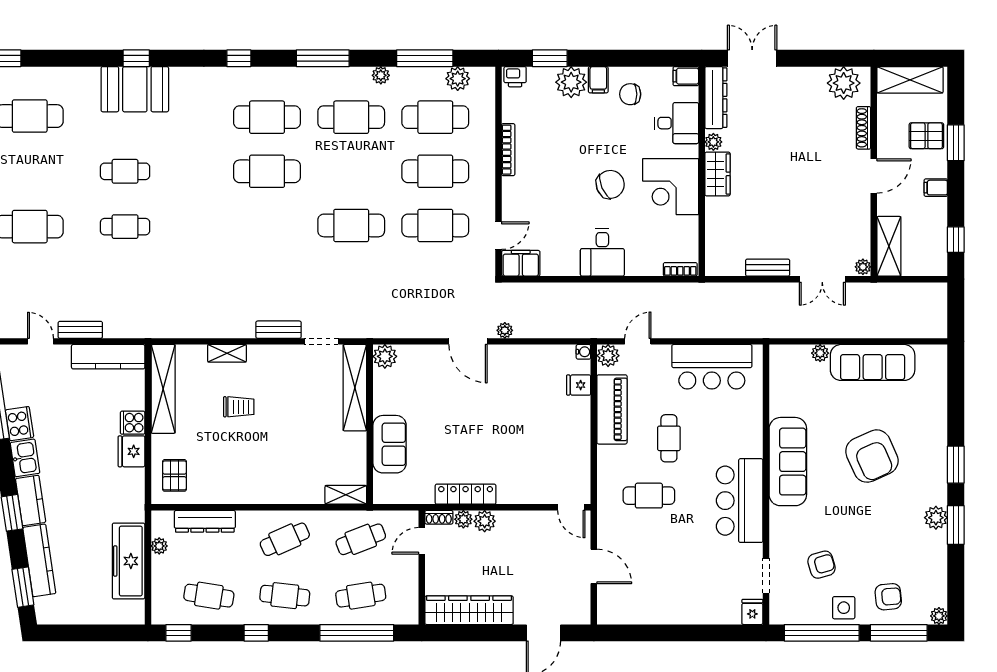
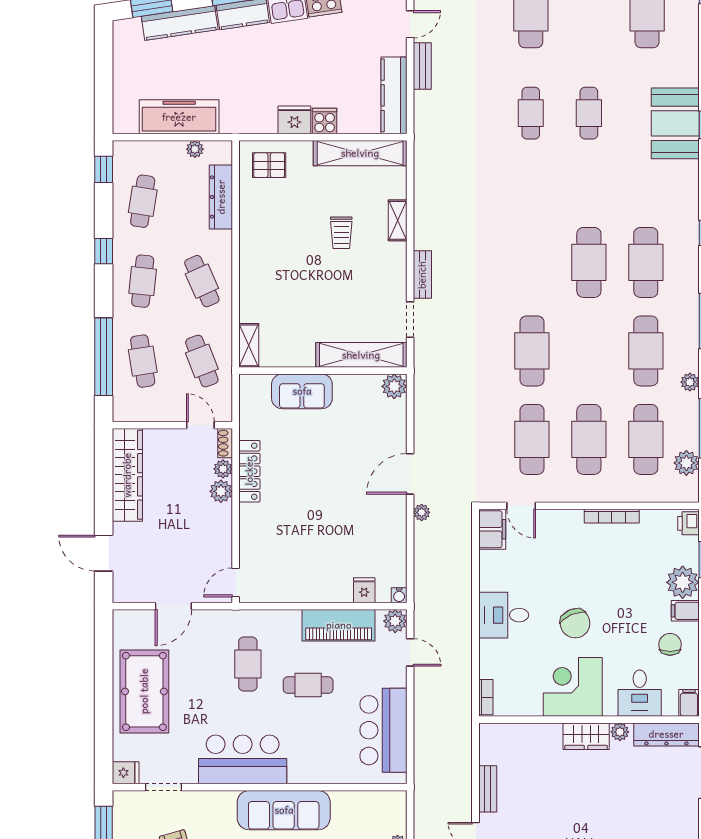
pool table: (675, 594) -> (144, 691), added

